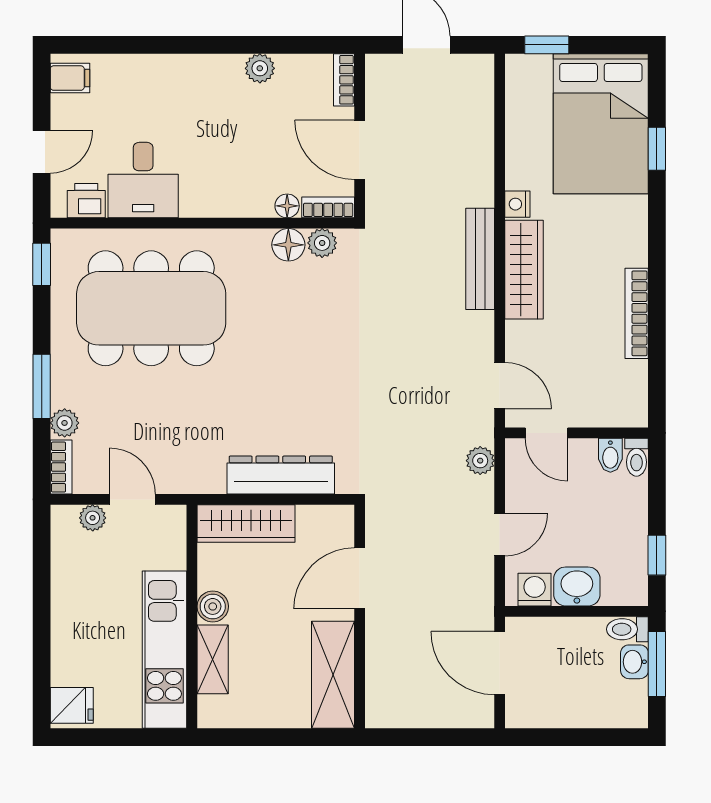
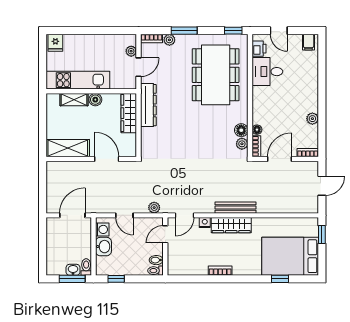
nightstand: (517, 204) -> (205, 223), moved
bookcase: (637, 313) -> (220, 271), width x0.64
dresser: (281, 475) -> (148, 105), moved

